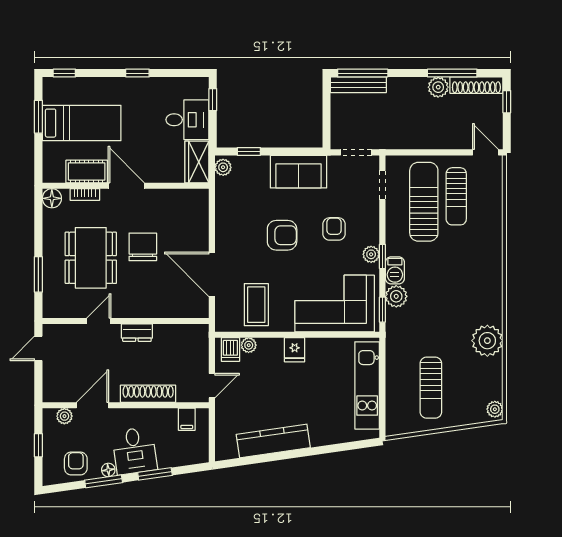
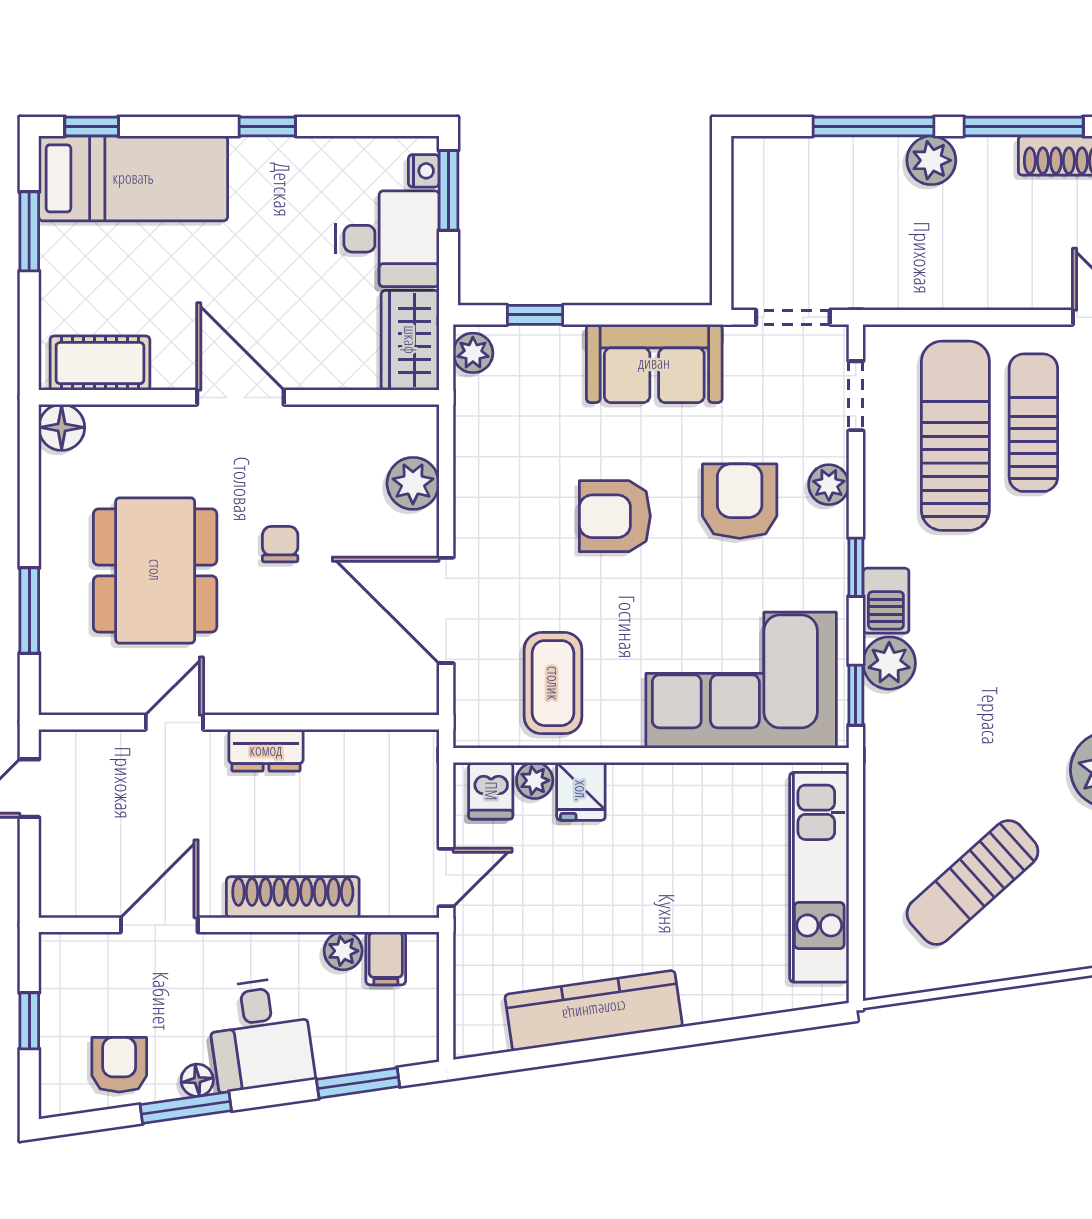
window: (363, 73) -> (874, 126), moved
bench: (358, 85) -> (798, 155), removed
plant: (438, 87) -> (931, 160), moved
nightstand: (203, 92) -> (424, 171), added
window: (213, 100) -> (448, 190), width x1.50
bed: (82, 123) -> (133, 178), moved
cot: (87, 172) -> (100, 363), moved
bookcase: (85, 195) -> (141, 418), removed
sun lounger: (456, 196) -> (1033, 423), turned 180
plant: (198, 222) -> (413, 483), added
armchair: (334, 229) -> (740, 501), width x1.38, depth x1.38
armchair: (282, 235) -> (615, 516), turned 180
chair: (143, 247) -> (280, 544), width x0.54, depth x0.54
plant: (371, 254) -> (829, 485), moved
fridge: (295, 350) -> (581, 791), moved
sun lounger: (431, 388) -> (972, 882), turned 48
plant: (64, 416) -> (343, 951), moved
window: (155, 474) -> (358, 1083), moved

